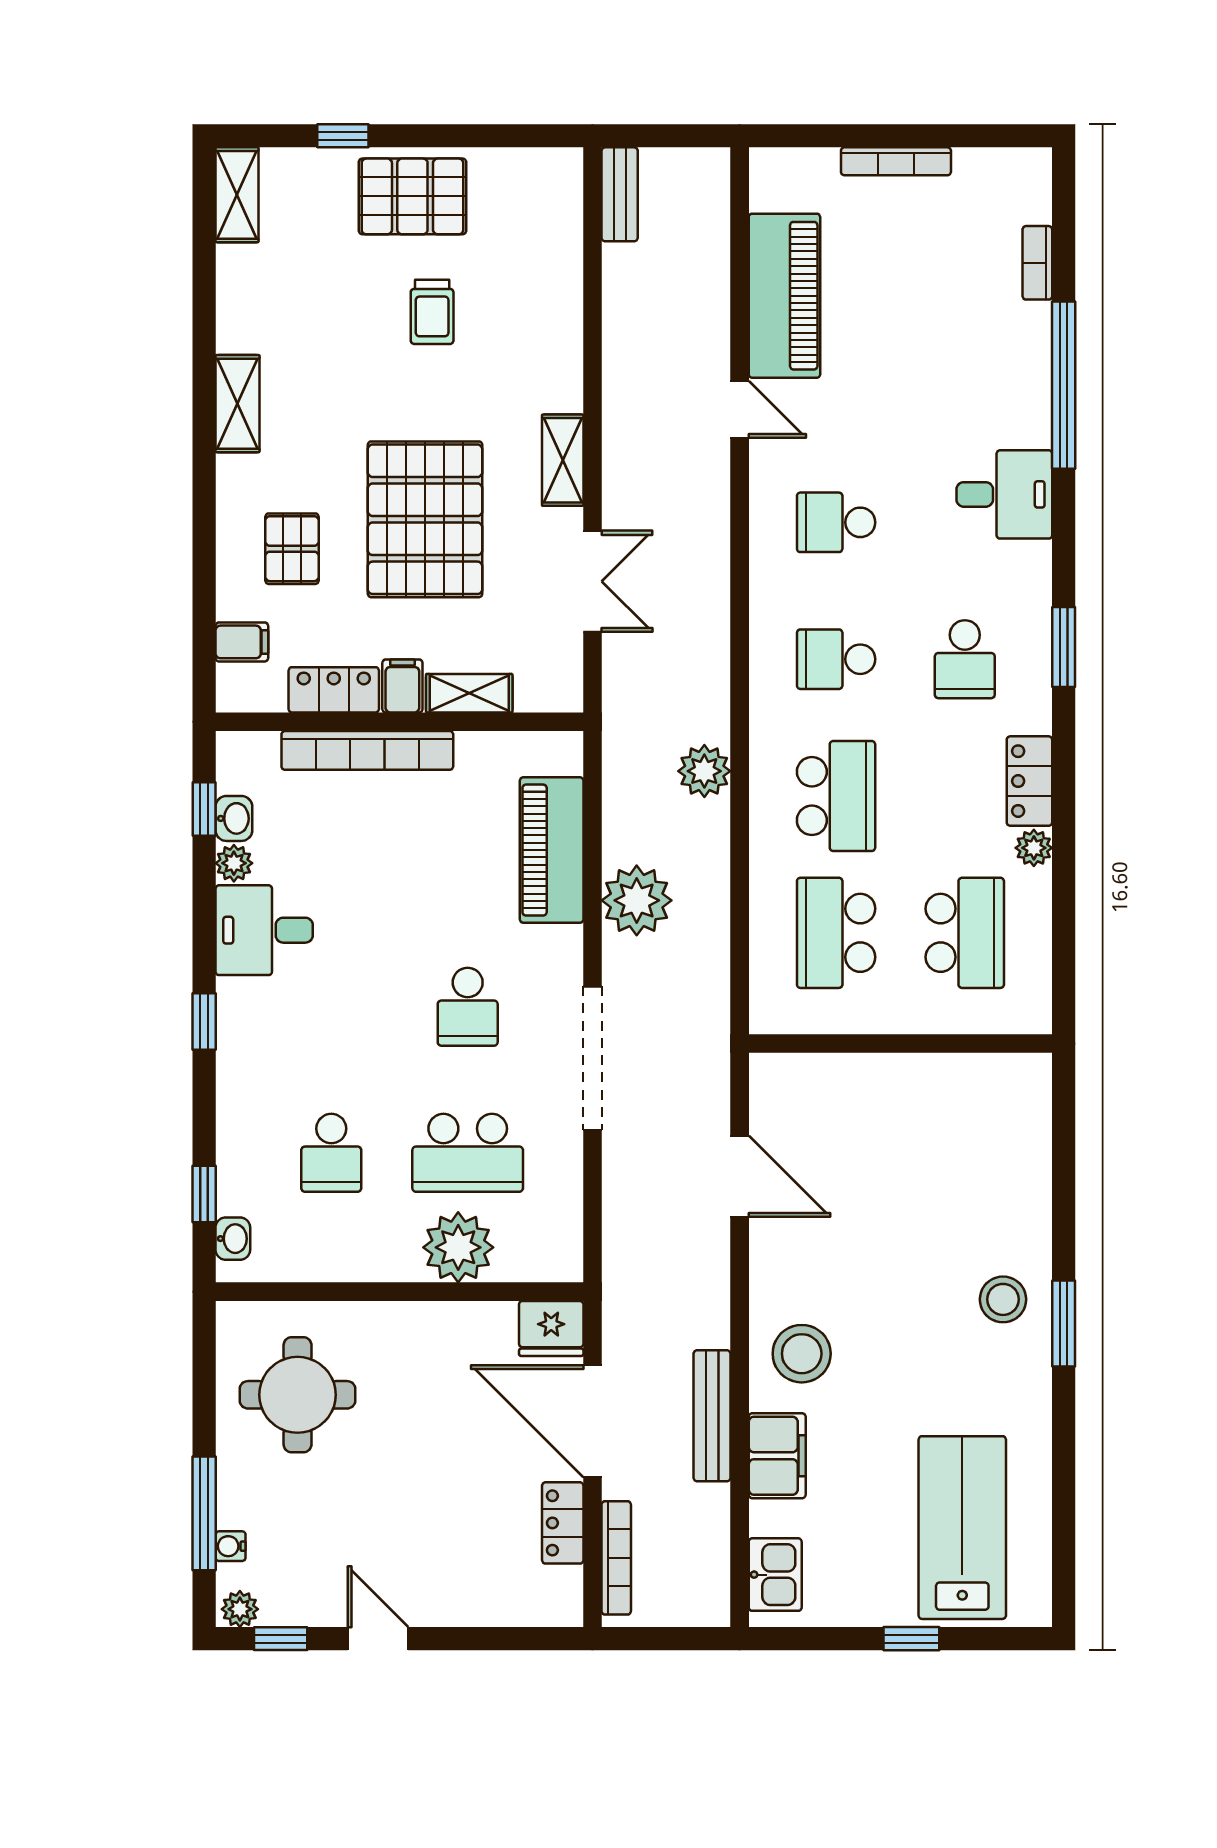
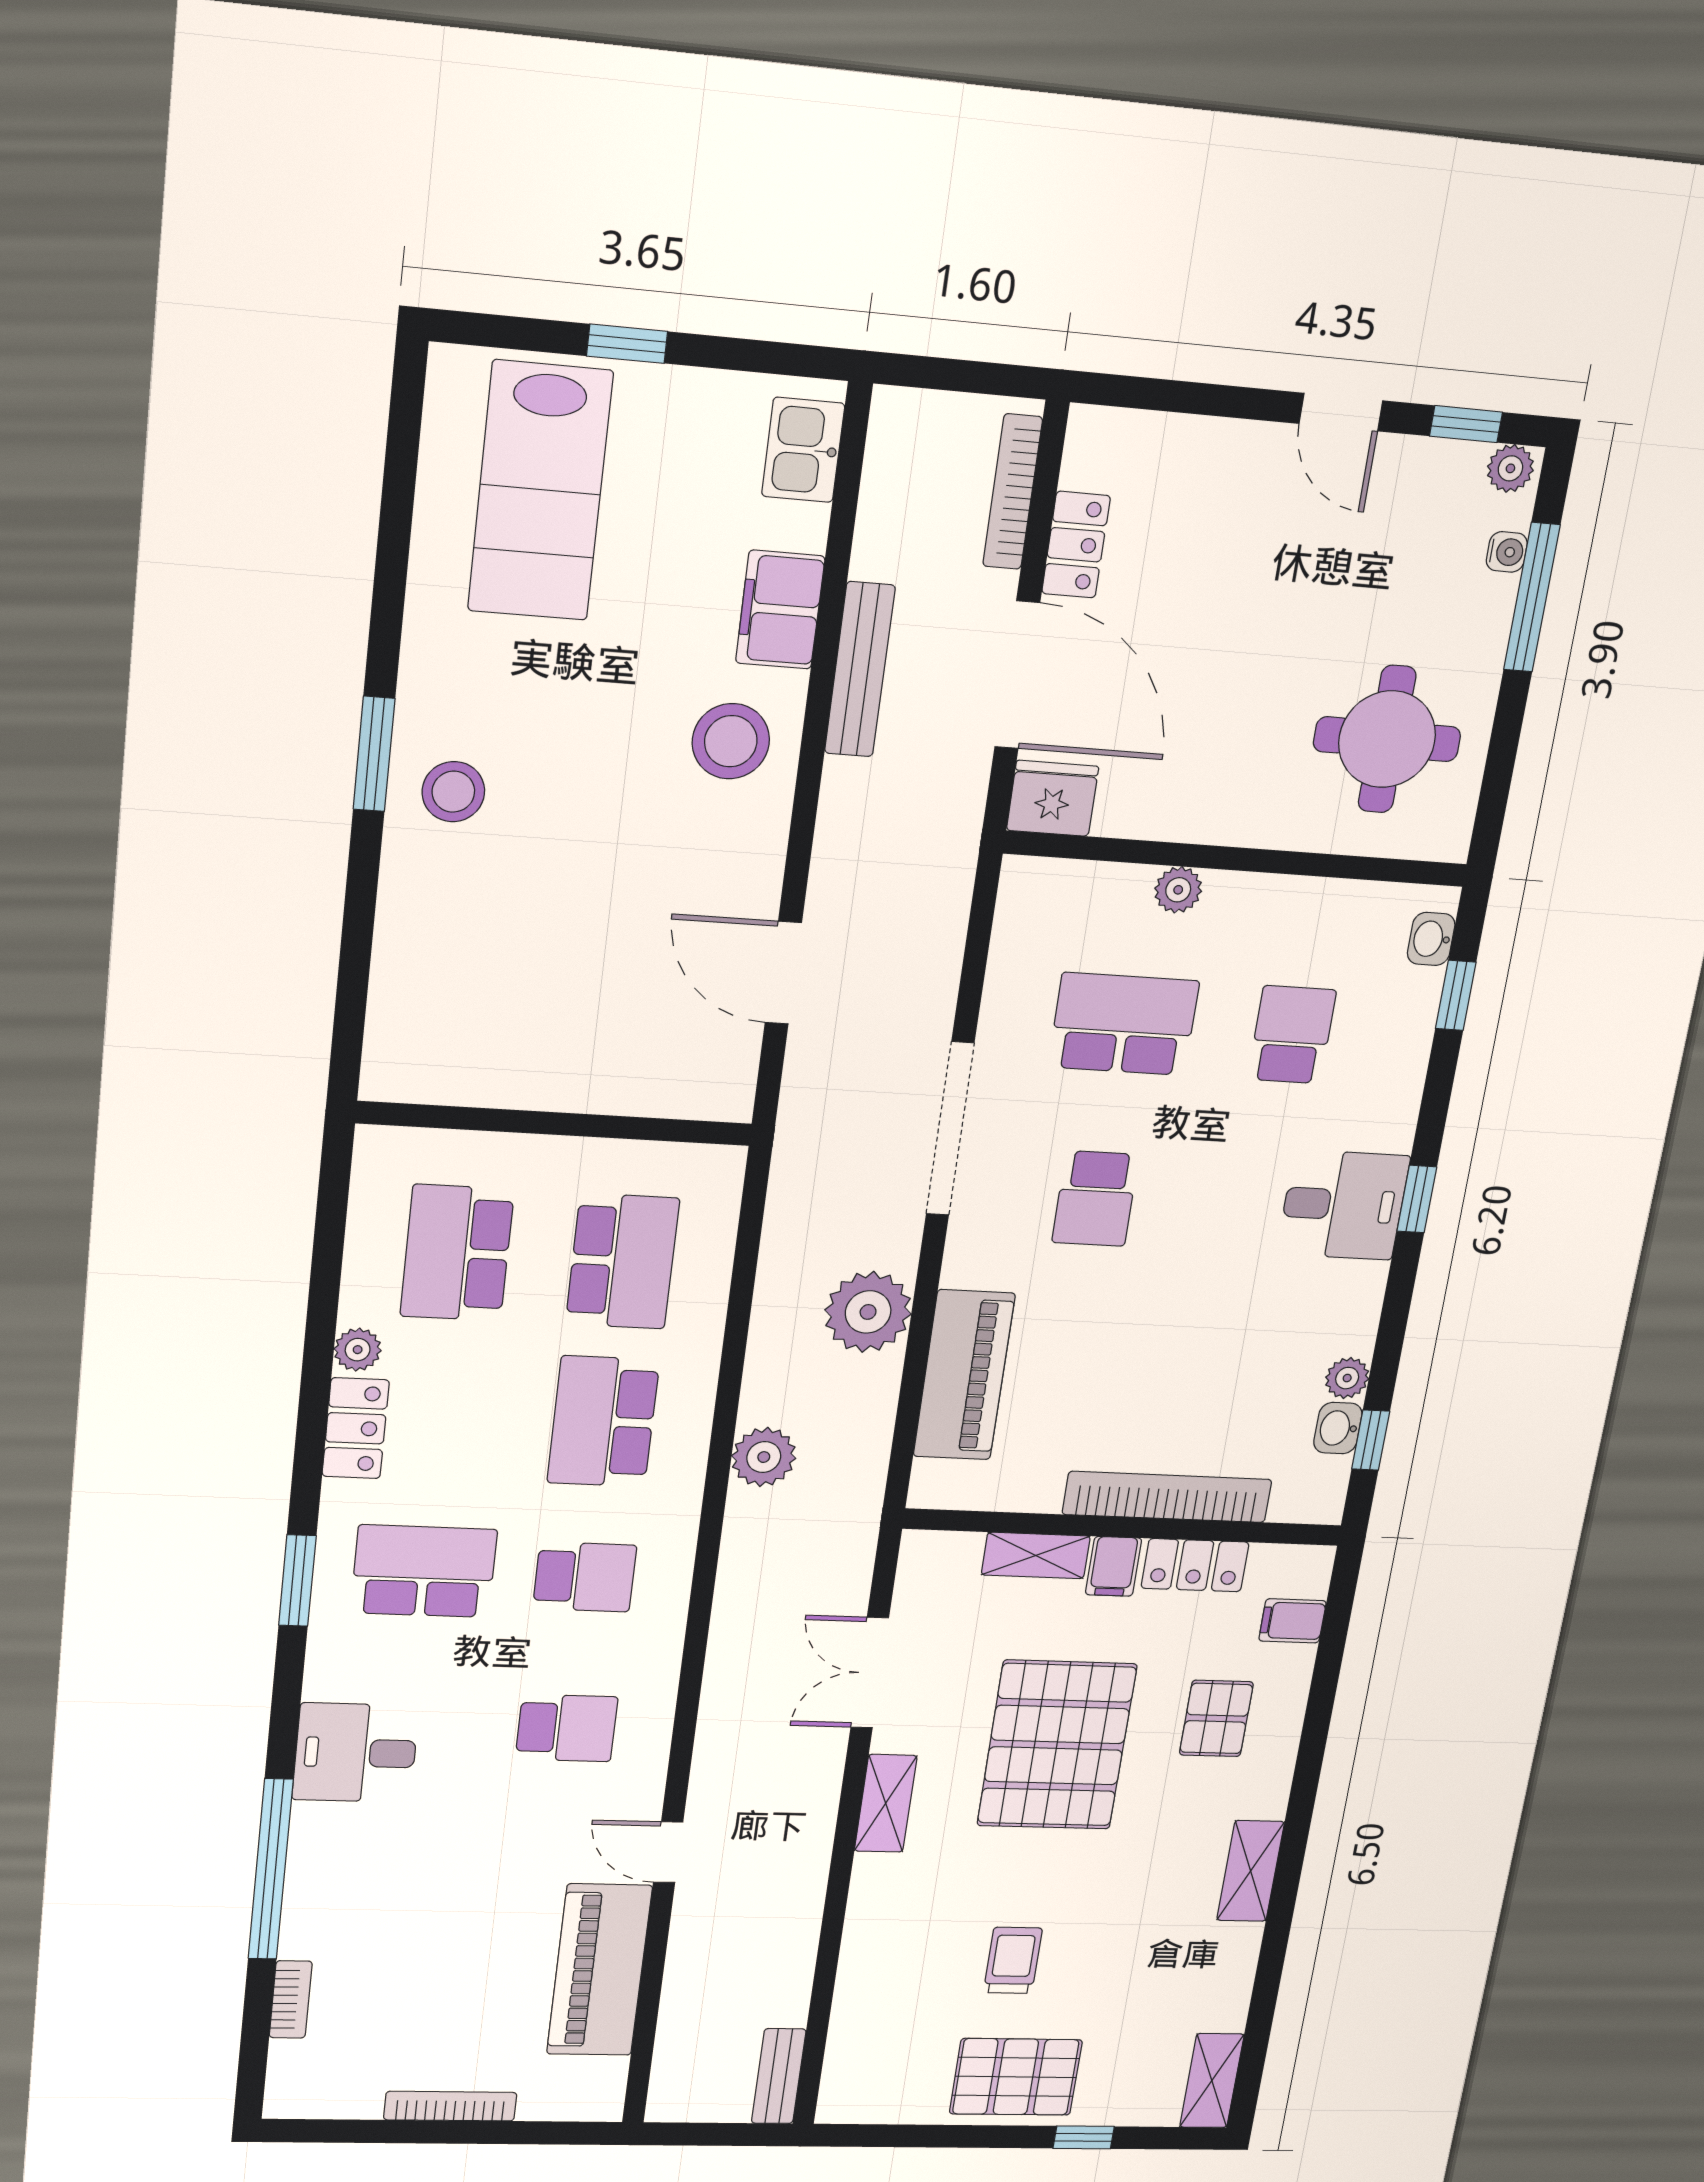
school desk: (965, 659) -> (424, 1571), width x1.85
desk: (264, 930) -> (1343, 1205), moved
school desk: (468, 1007) -> (1095, 1199), turned 180
plant: (458, 1247) -> (1178, 890), width x0.53, depth x0.53

